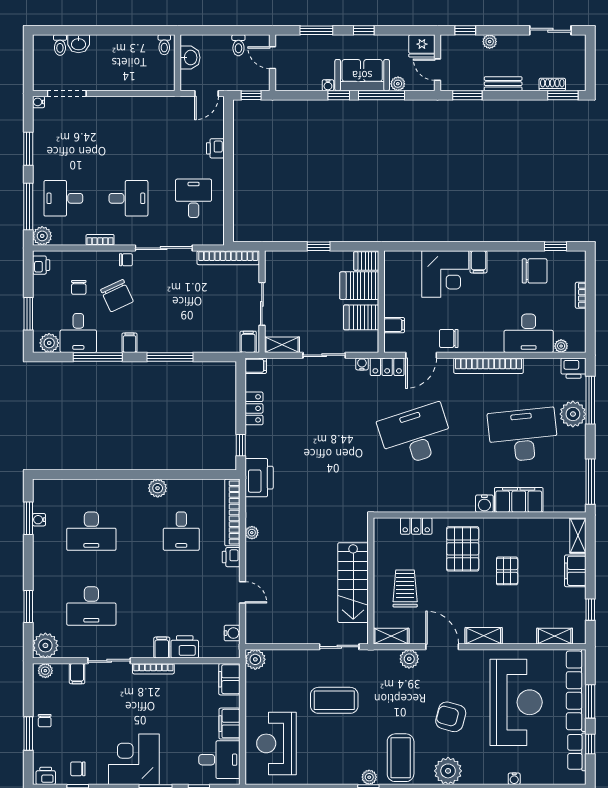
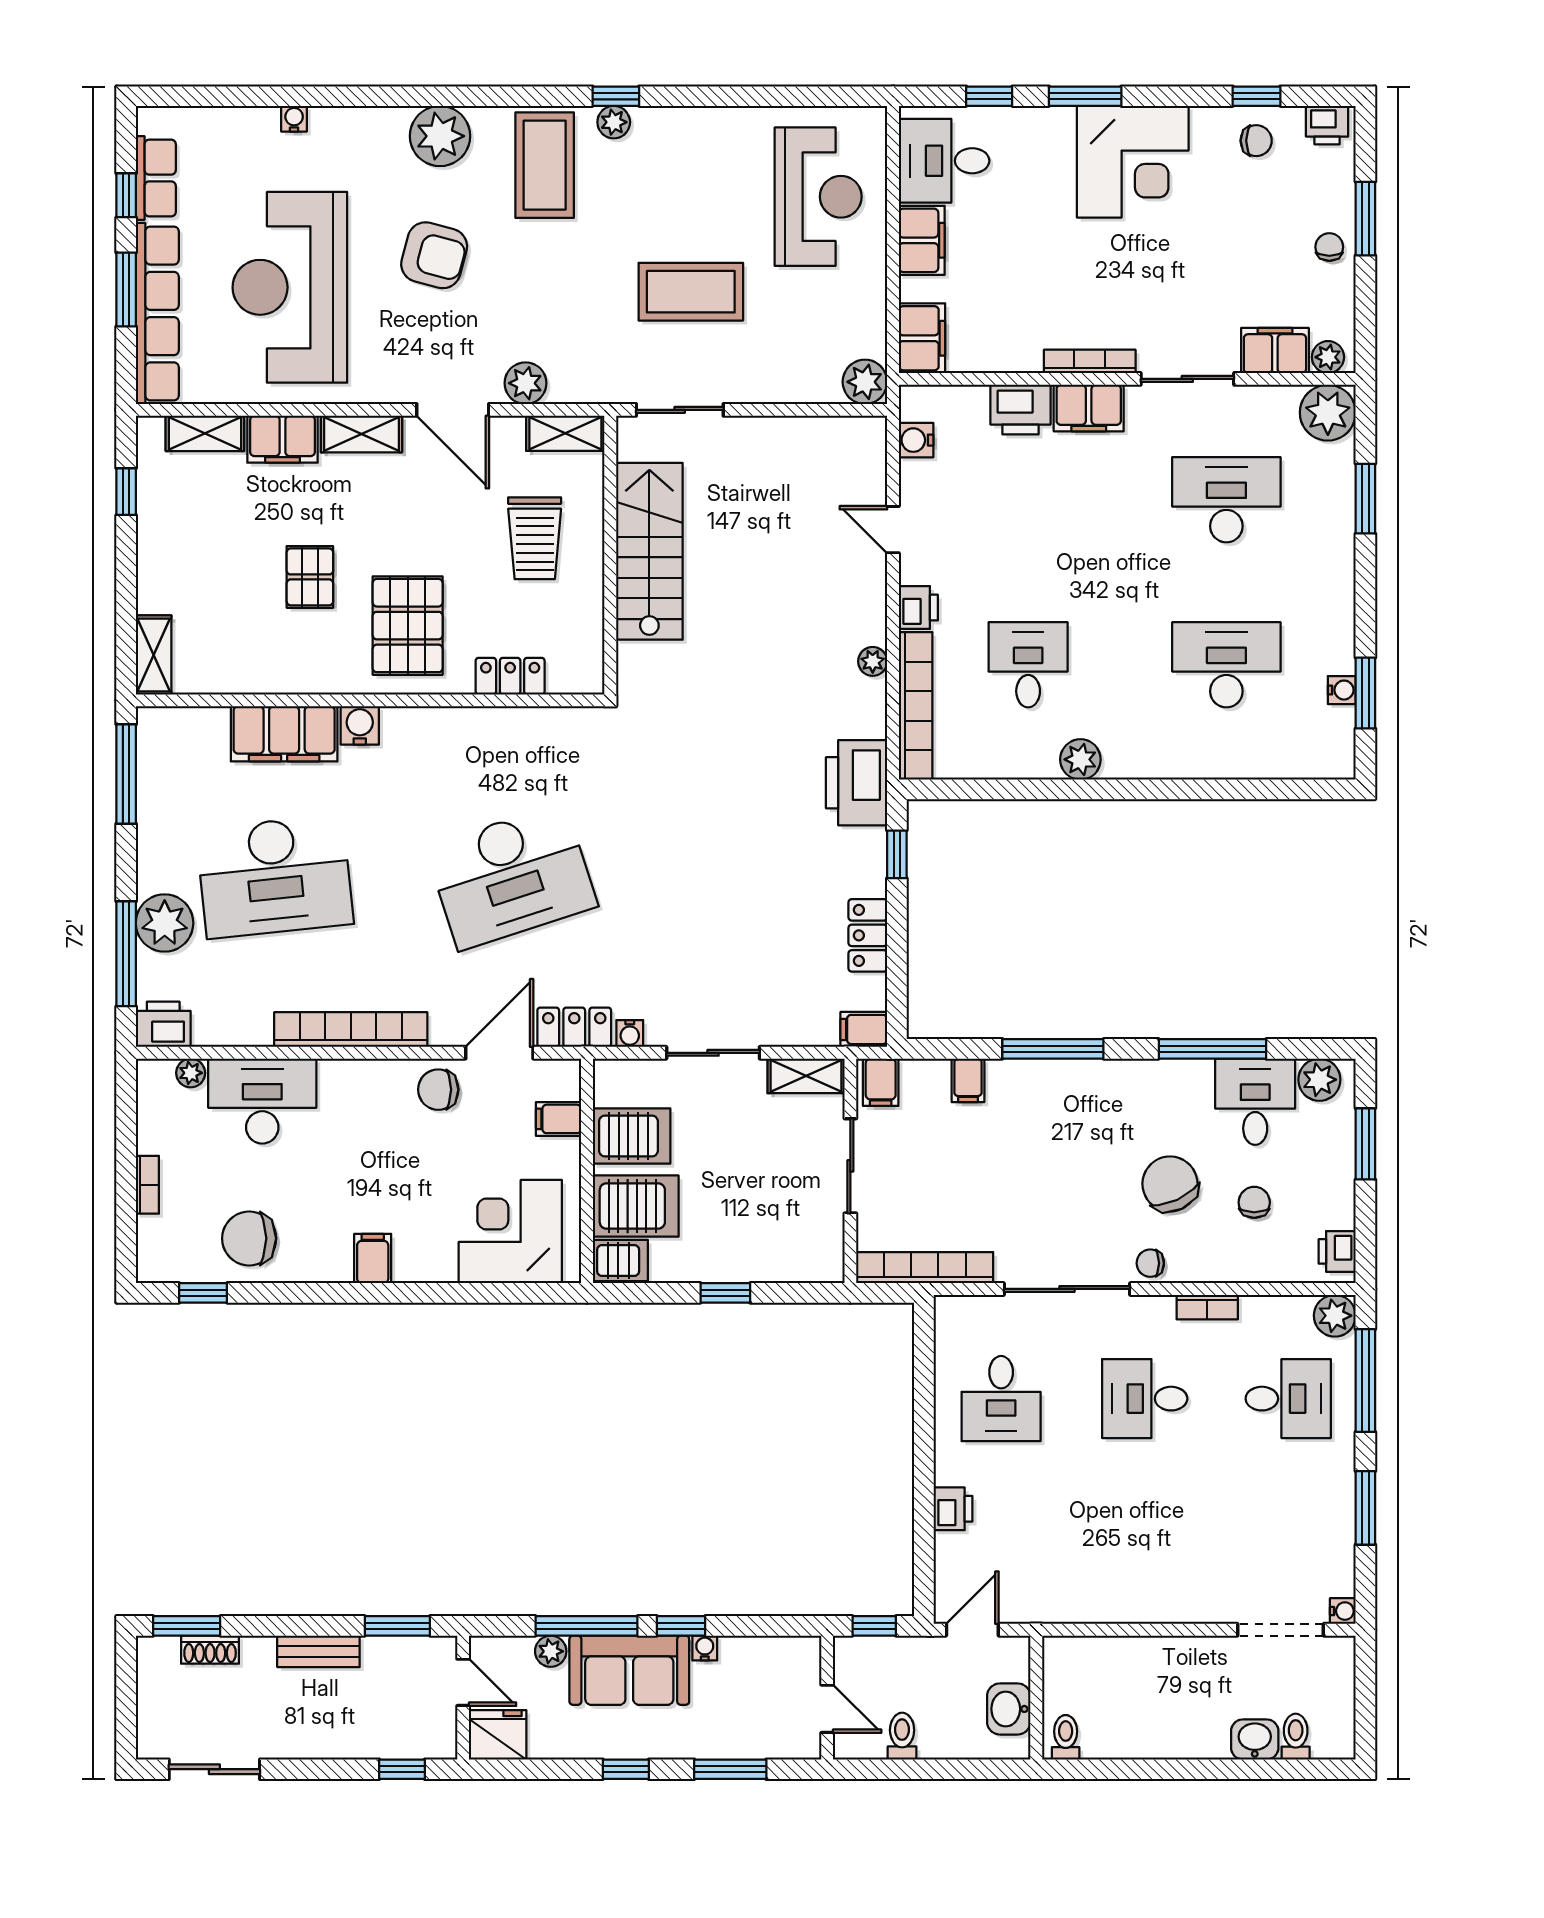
plant: (490, 42) -> (348, 1744), removed
corner desk: (445, 274) -> (510, 1232), moved
chair: (449, 338) -> (438, 1090), turned 180
filing cabinet: (129, 343) -> (968, 1080), moved
filing cabinet: (575, 571) -> (282, 439), moved, turned 90
filing cabinet: (162, 648) -> (1089, 408), width x2.00
filing cabinet: (77, 674) -> (1275, 350), width x2.00

